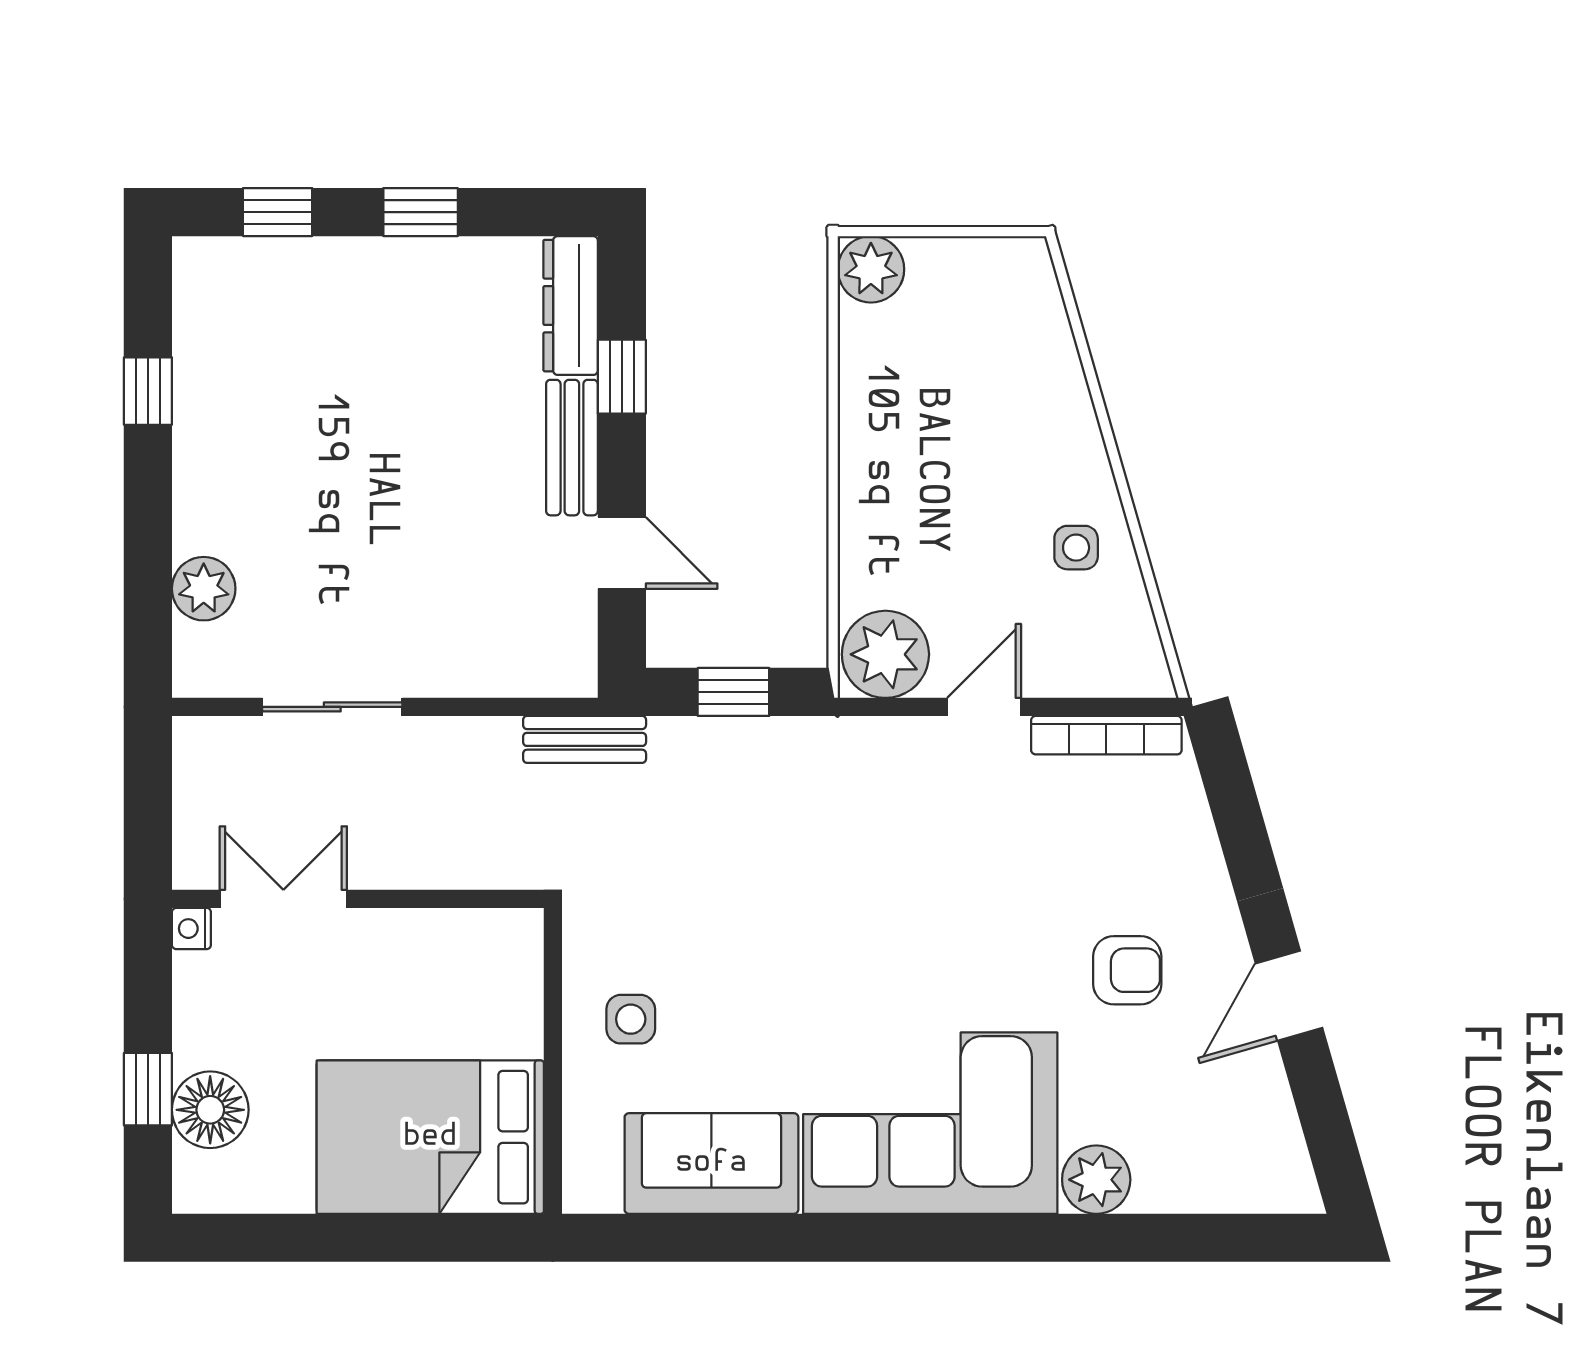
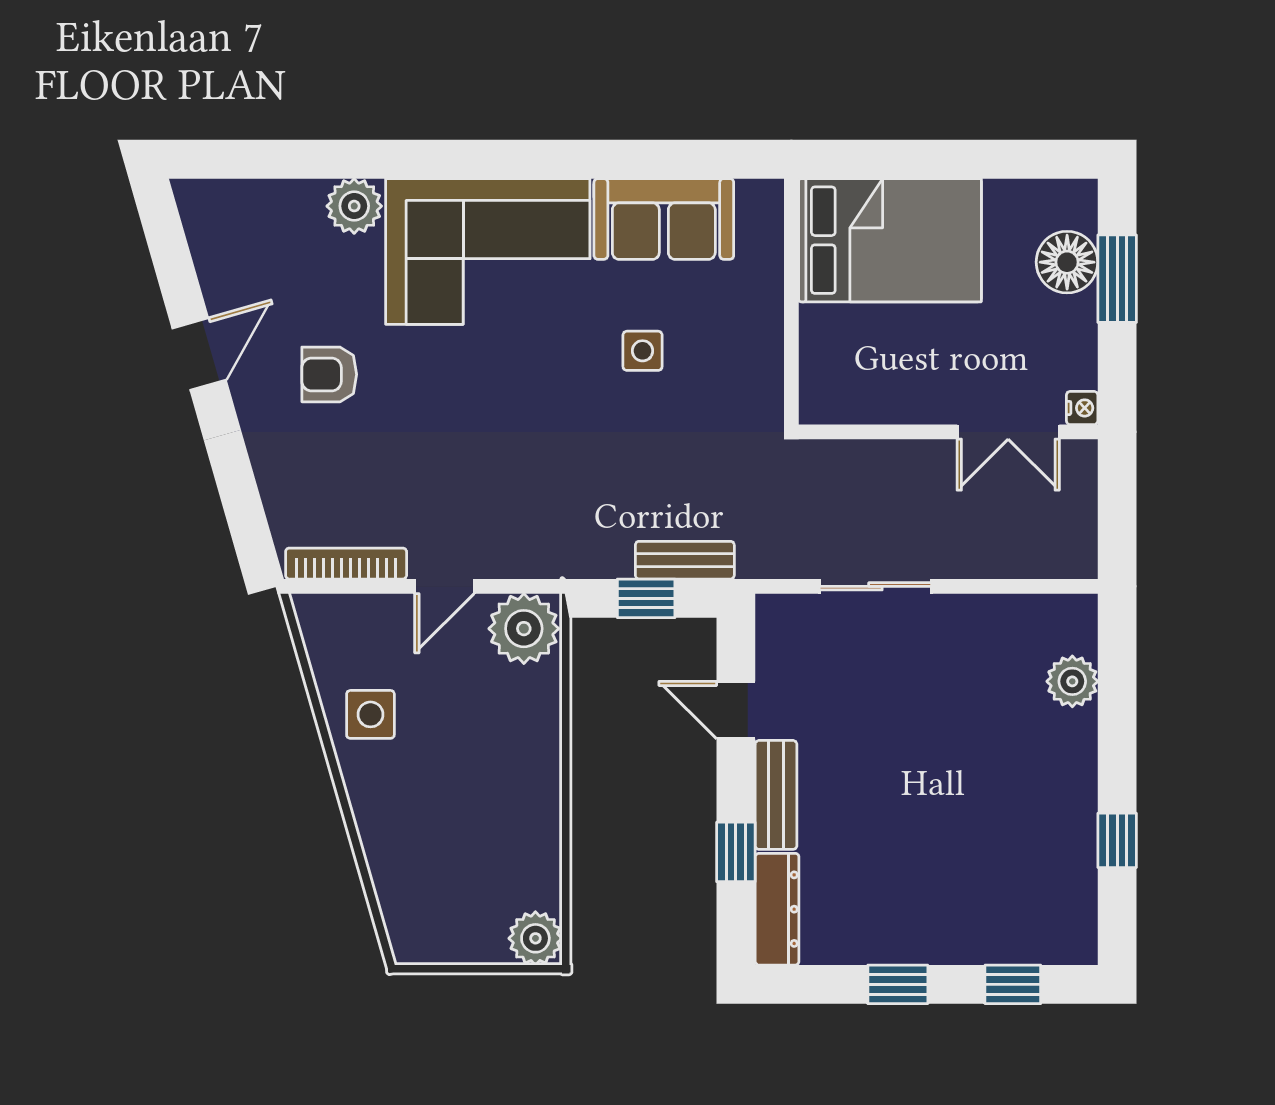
side table: (1076, 548) -> (370, 714), width x1.37, depth x1.37
sliding door: (332, 707) -> (875, 586), moved
bench: (585, 739) -> (685, 560), moved
side table: (631, 1019) -> (643, 351), moved
window: (148, 1089) -> (1117, 279), width x1.50

